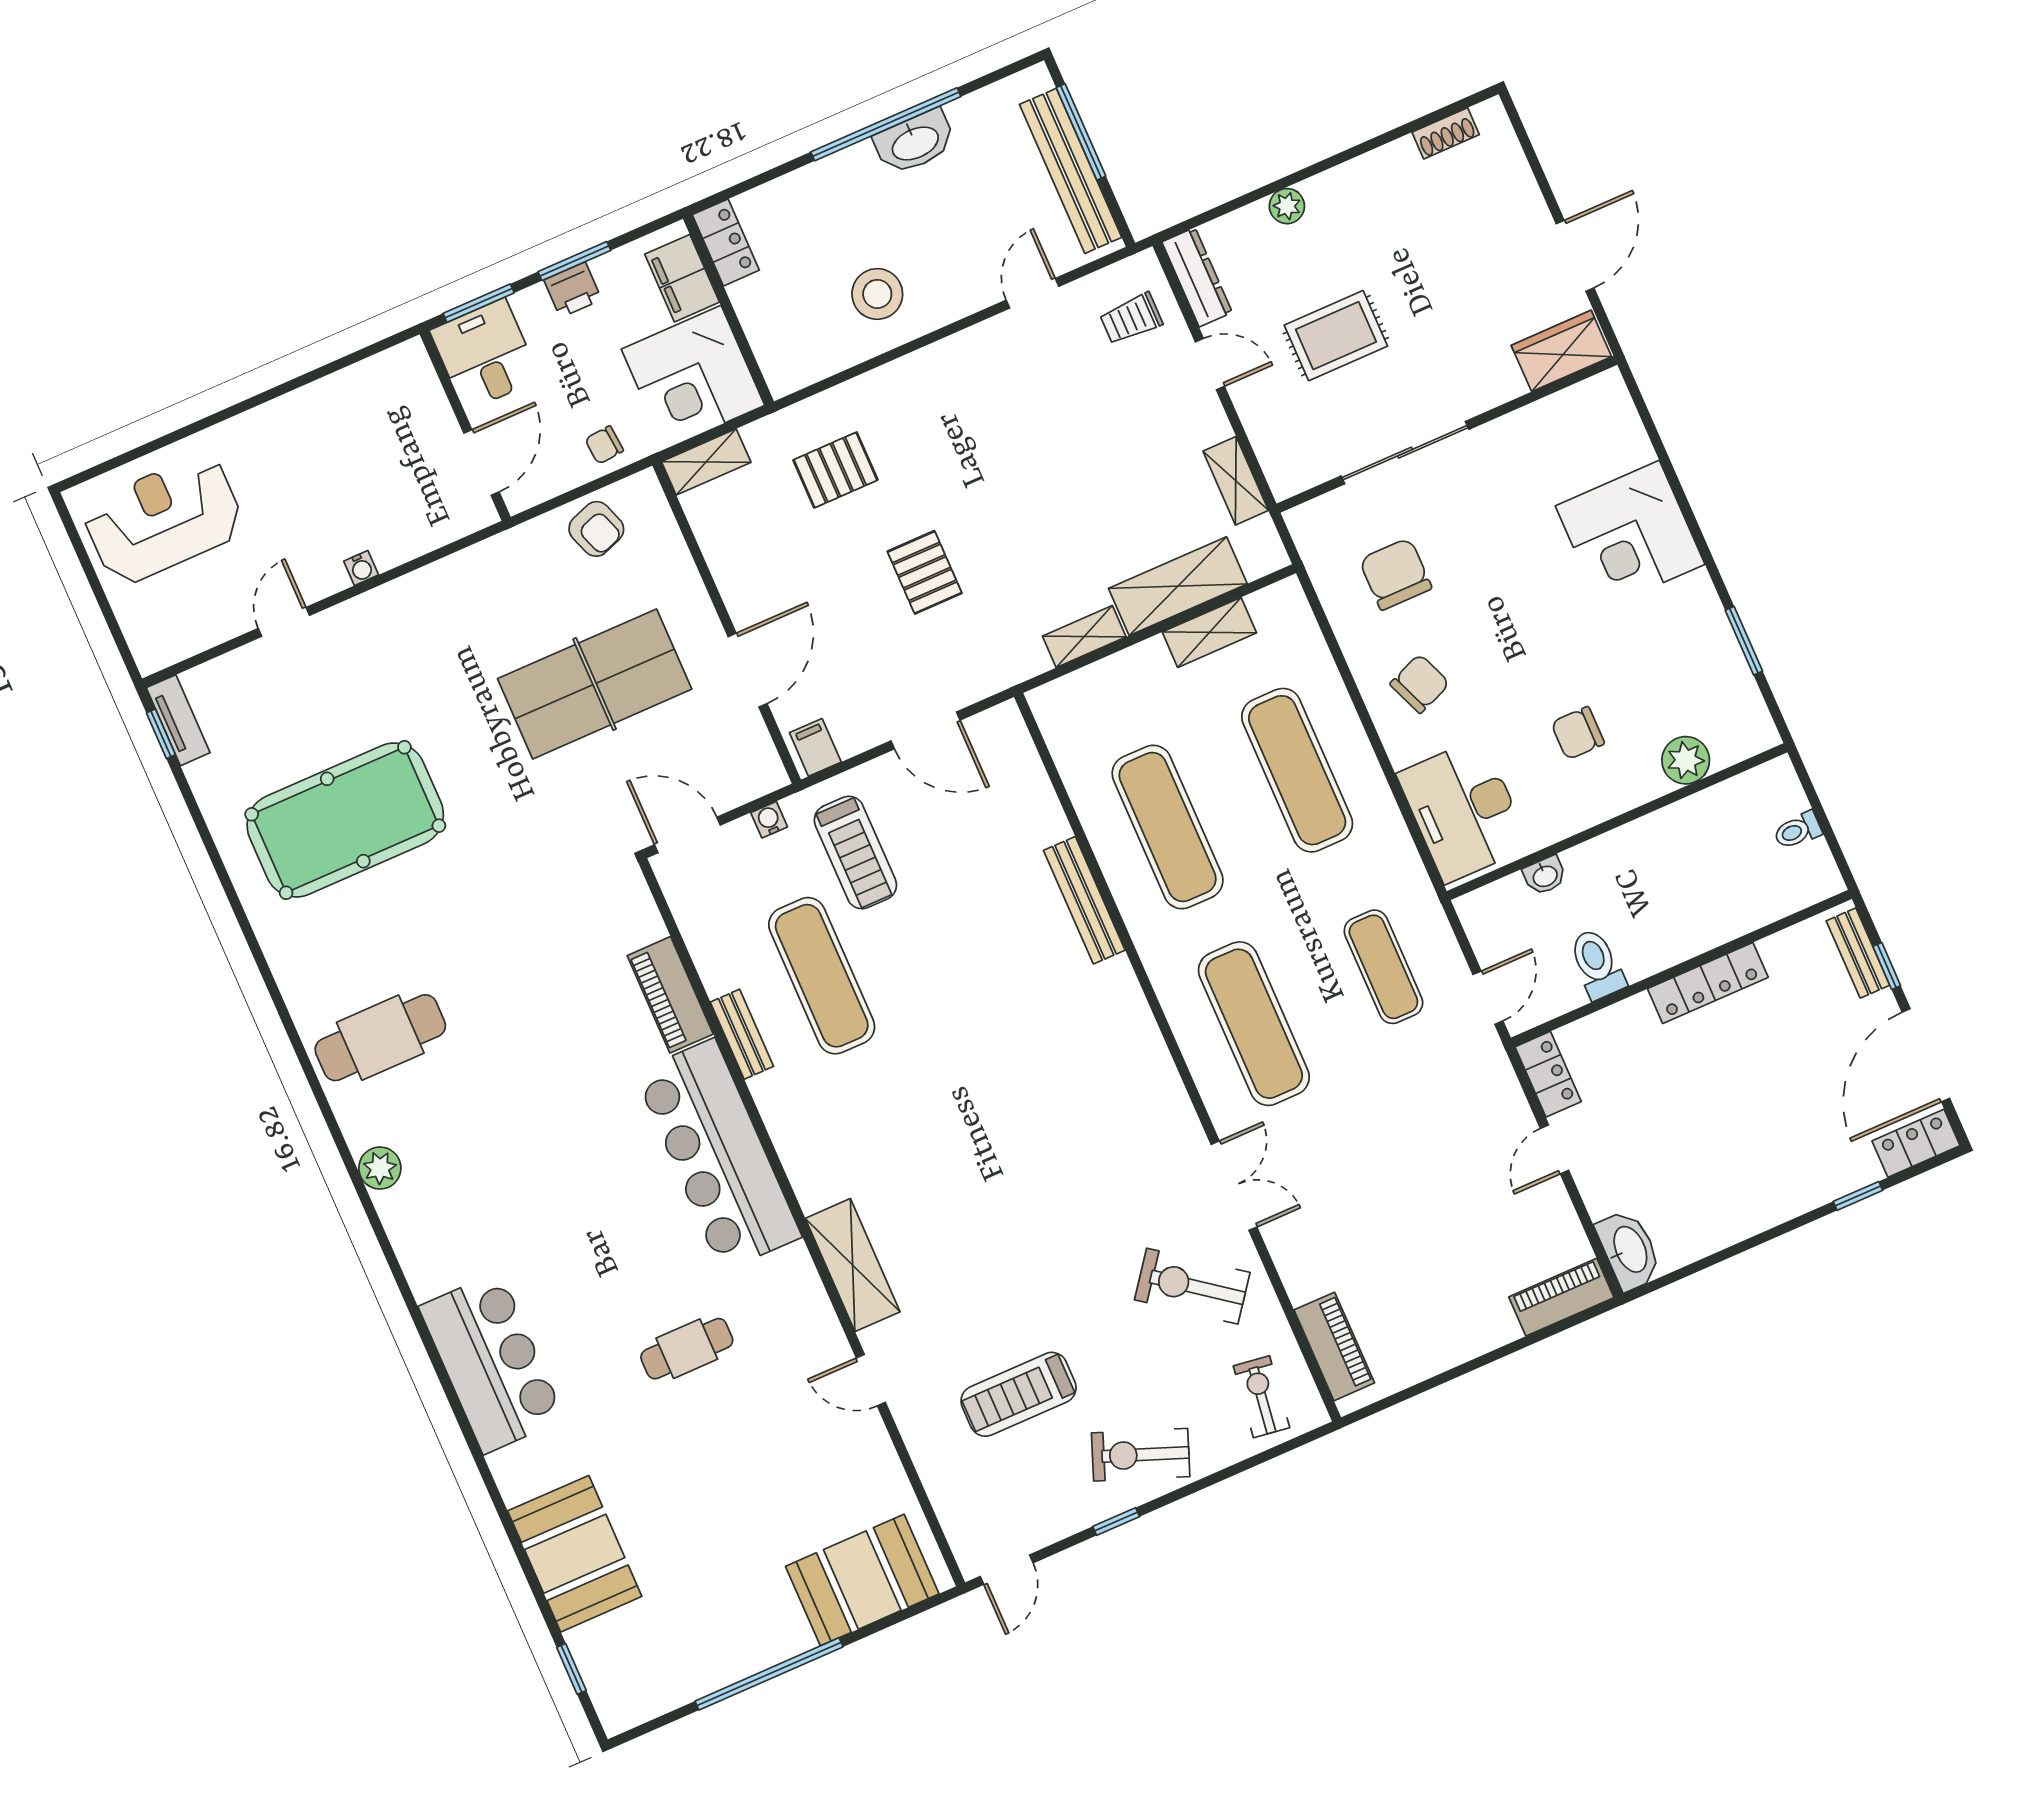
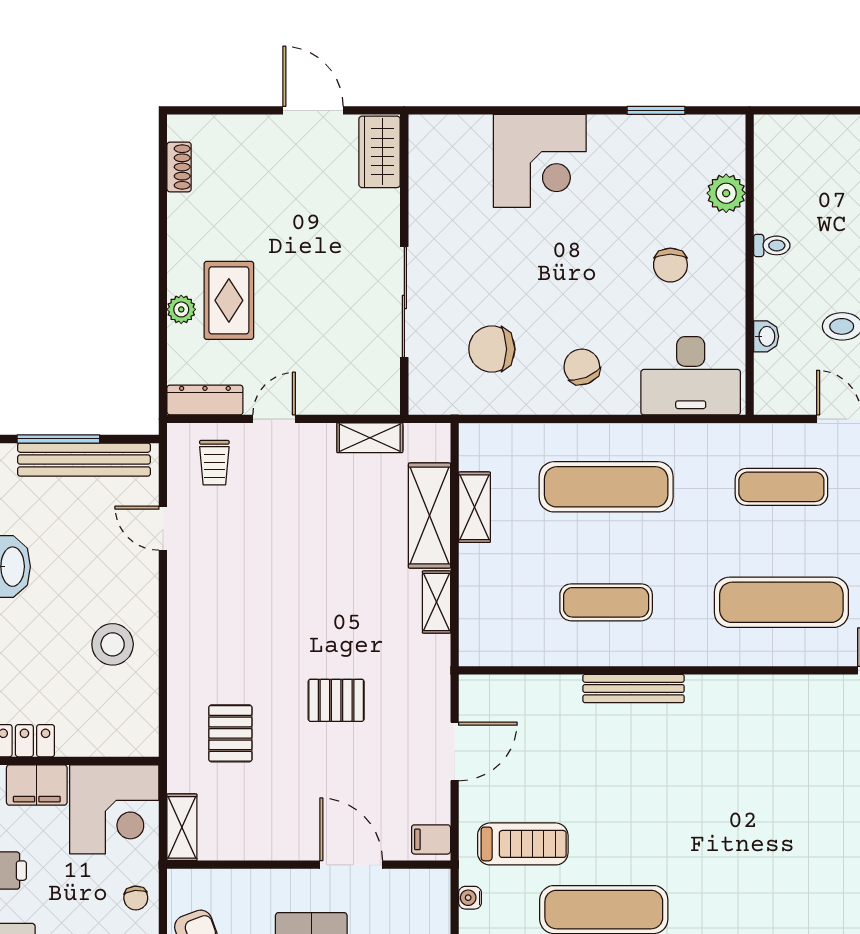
rug: (1336, 336) -> (229, 300), moved
exercise mat: (1168, 827) -> (606, 602), width x0.73, depth x0.69
toilet: (1798, 830) -> (772, 245), moved, turned -90

